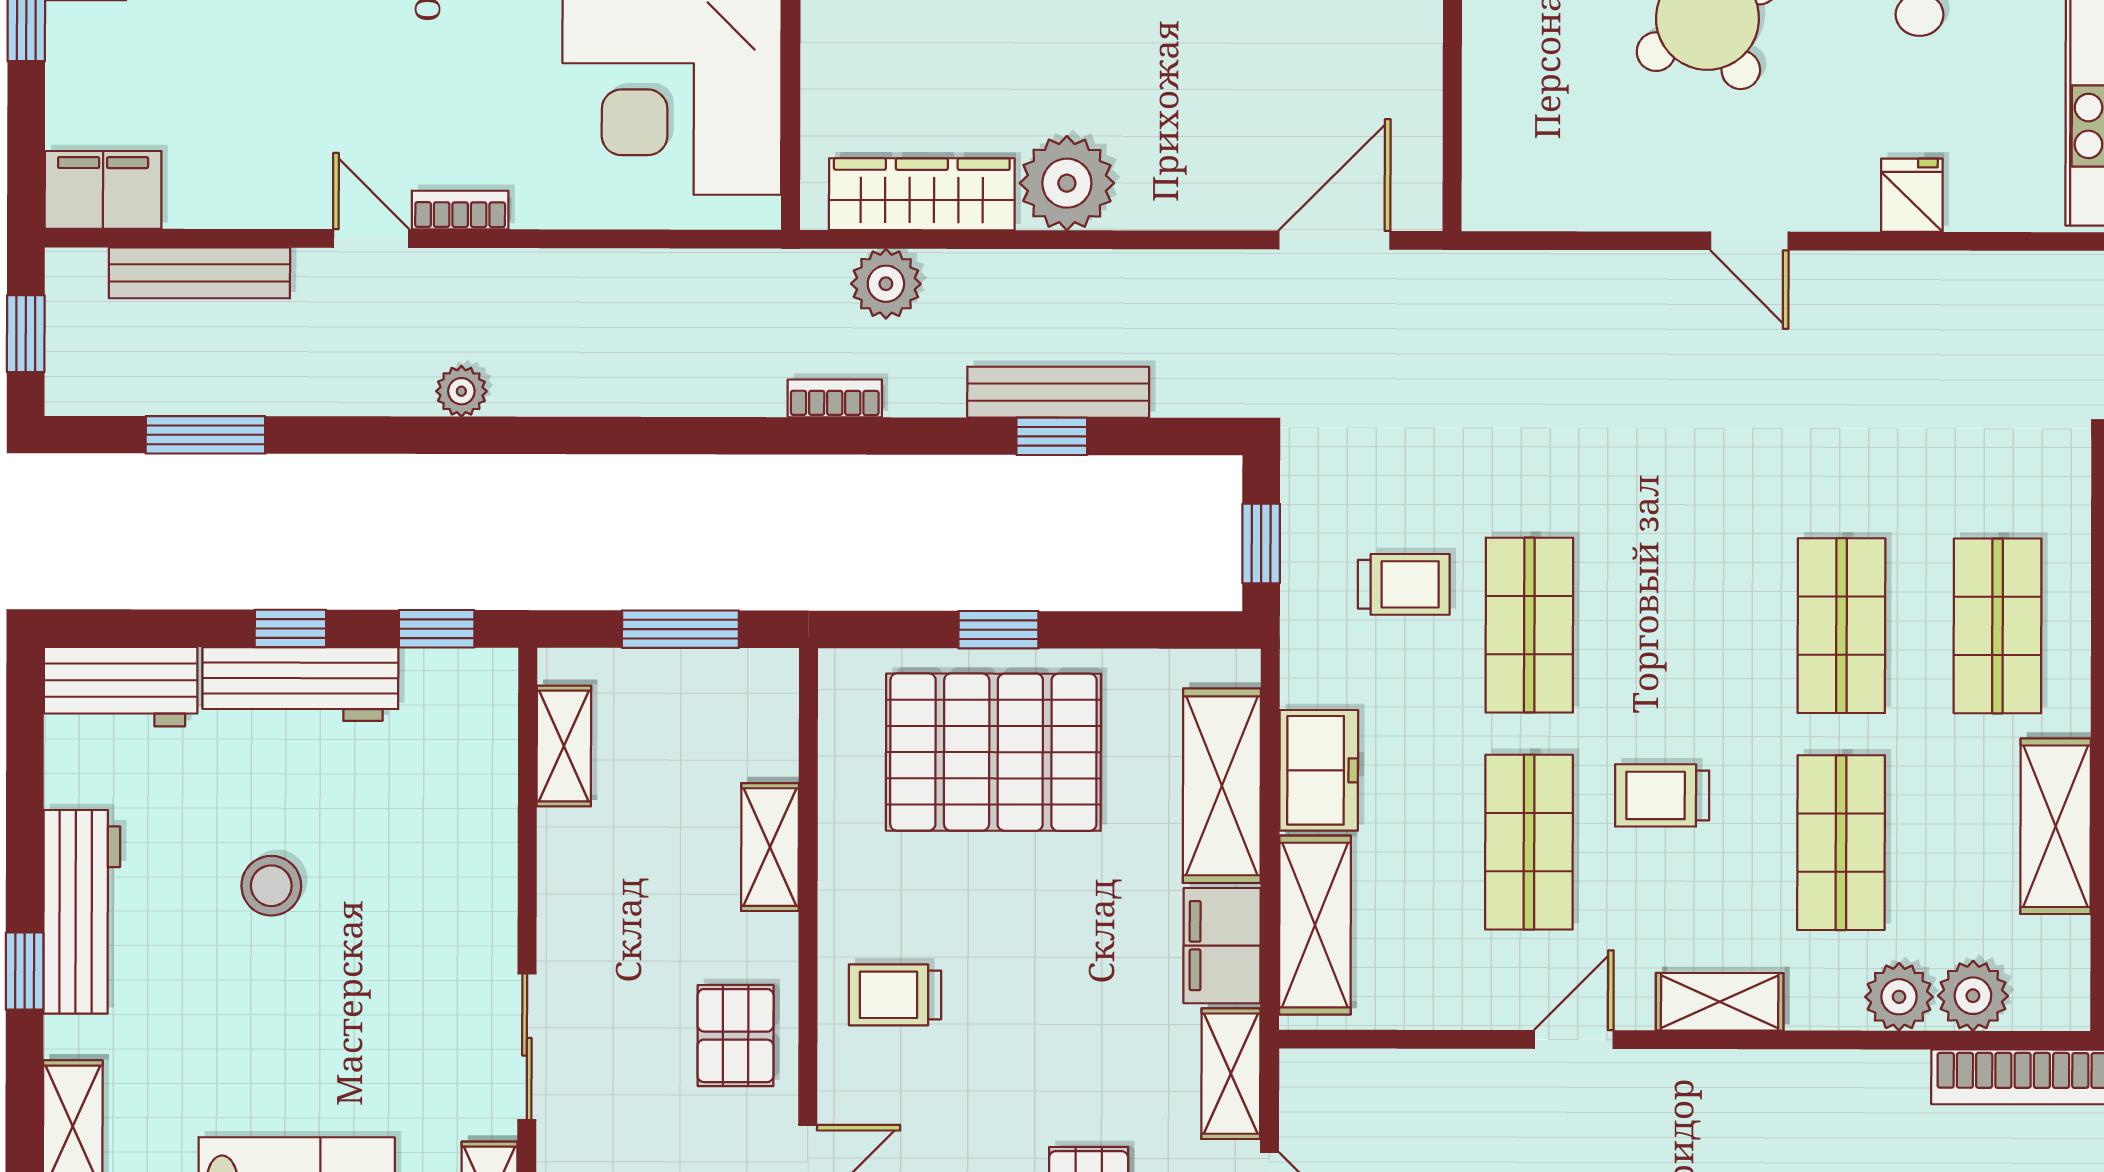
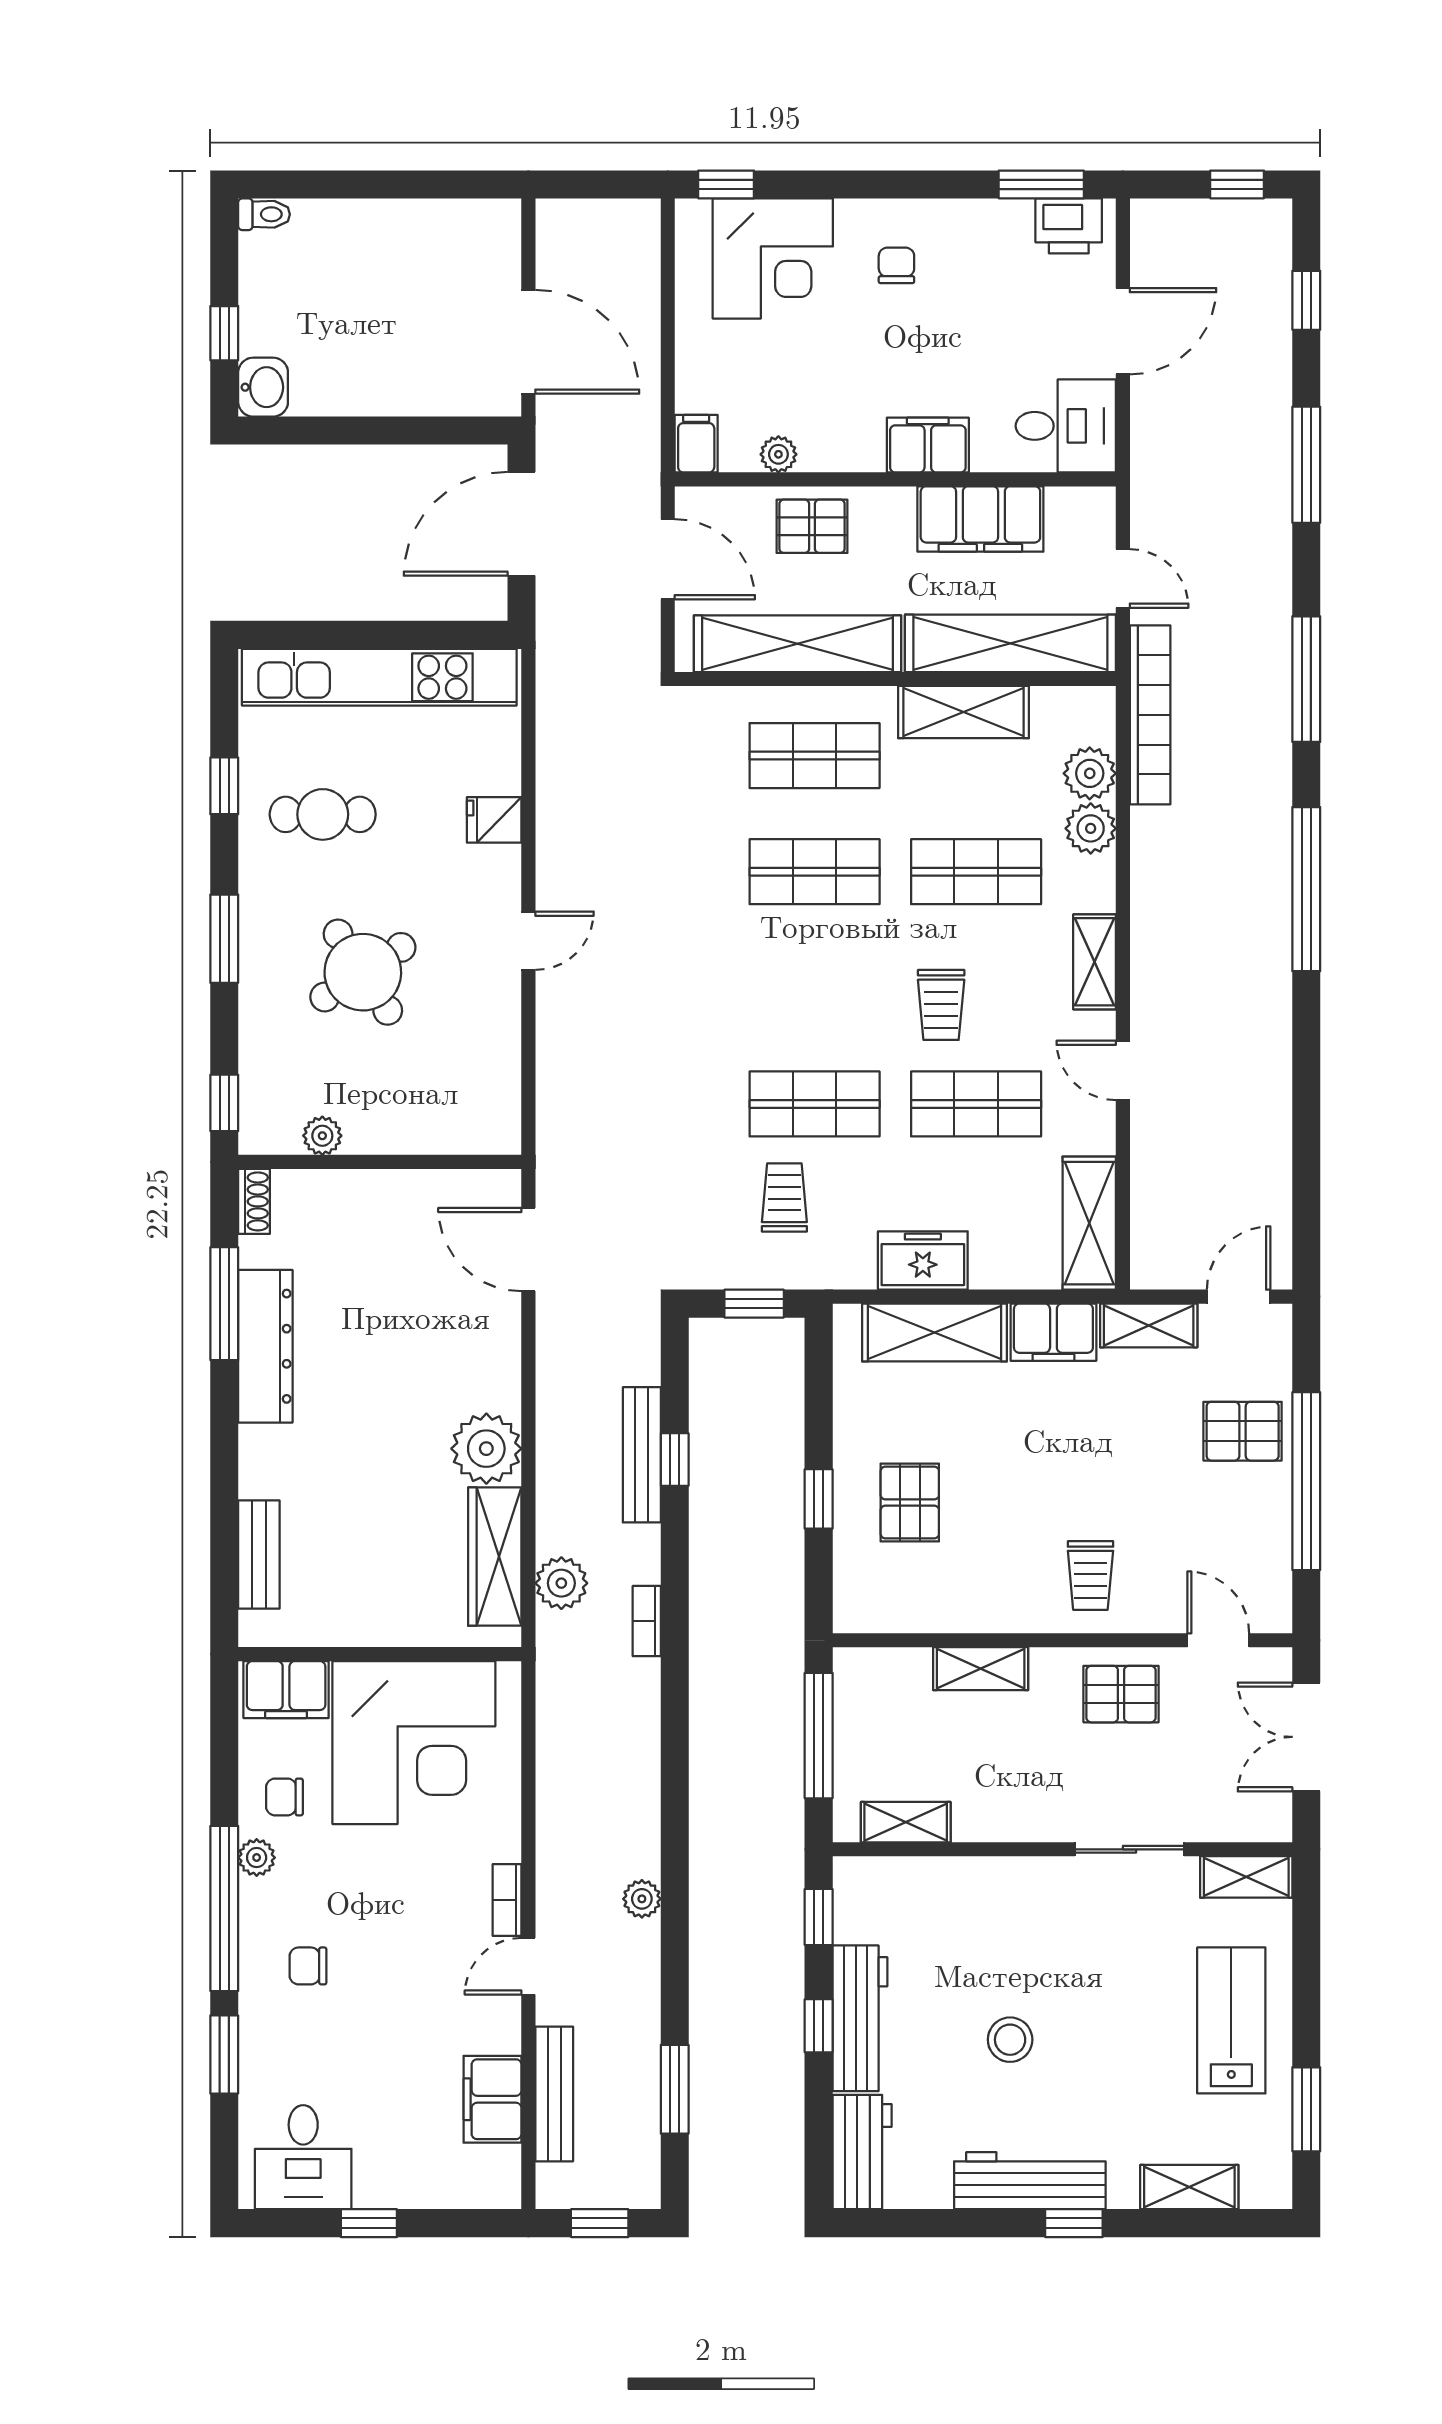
filing cabinet: (103, 190) -> (493, 2099), moved
window: (680, 629) -> (819, 1736), width x1.44
pallet: (993, 752) -> (910, 1503), width x0.49, depth x0.50
shelving: (1315, 925) -> (1089, 1223), moved, turned 90

